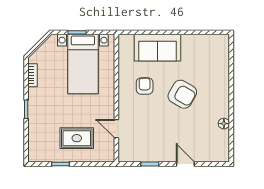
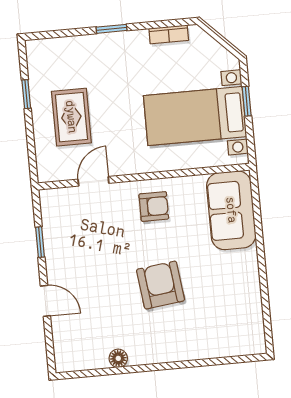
sofa: (158, 48) -> (231, 210), moved
armchair: (145, 86) -> (154, 206), moved
armchair: (182, 94) -> (161, 285), turned 143
door: (185, 164) -> (45, 301), hinge flipped

